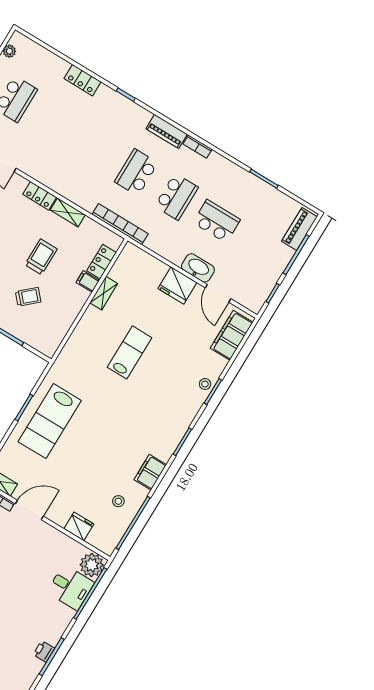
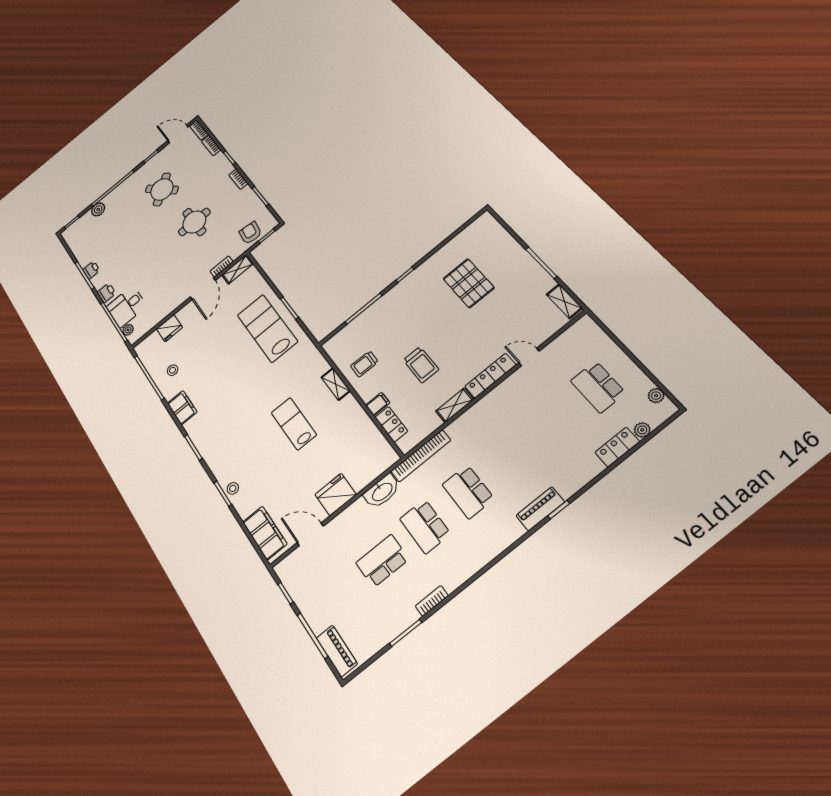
plant: (41, 53) -> (642, 430), added
locker: (83, 80) -> (617, 447), moved
piano: (167, 131) -> (540, 509), moved
bookcase: (197, 147) -> (432, 601), moved
school desk: (136, 172) -> (468, 492), turned 180
locker: (40, 196) -> (490, 376), width x1.53
school desk: (217, 221) -> (382, 561), turned 180
washbasin: (198, 268) -> (382, 492), moved
shelving: (104, 293) -> (336, 384), moved
trolley: (28, 297) -> (364, 364), moved, turned 43
lab bench: (130, 352) -> (294, 424), turned 180
plant: (92, 565) -> (128, 330), width x0.53, depth x0.53
printer: (63, 619) -> (106, 293), added

